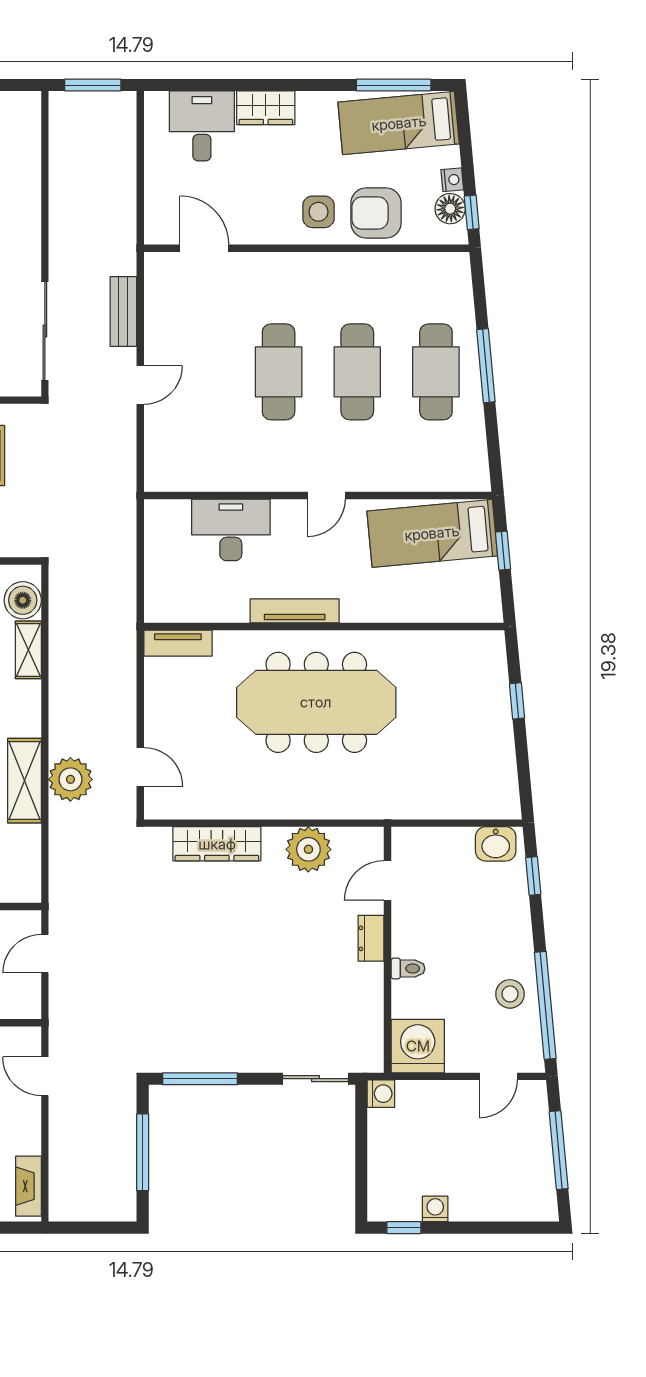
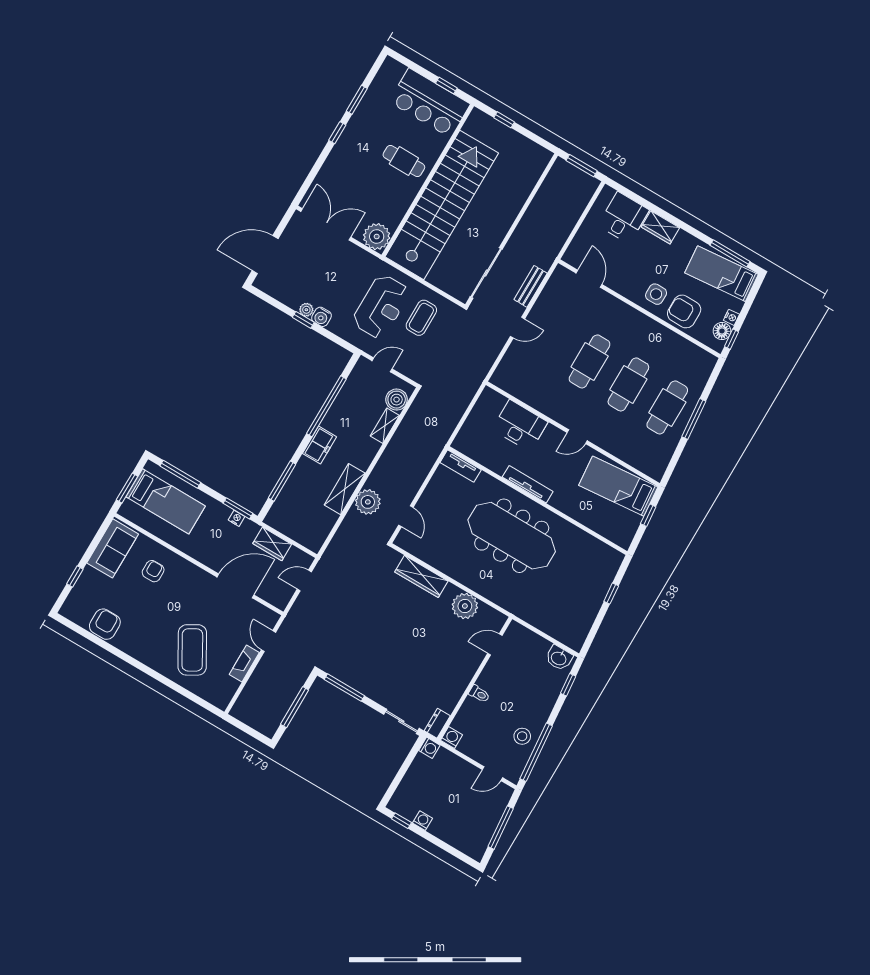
dresser: (371, 938) -> (437, 723), moved
washing machine: (418, 1046) -> (452, 738), width x0.53, depth x0.53
fireplace: (28, 1186) -> (244, 663), moved

